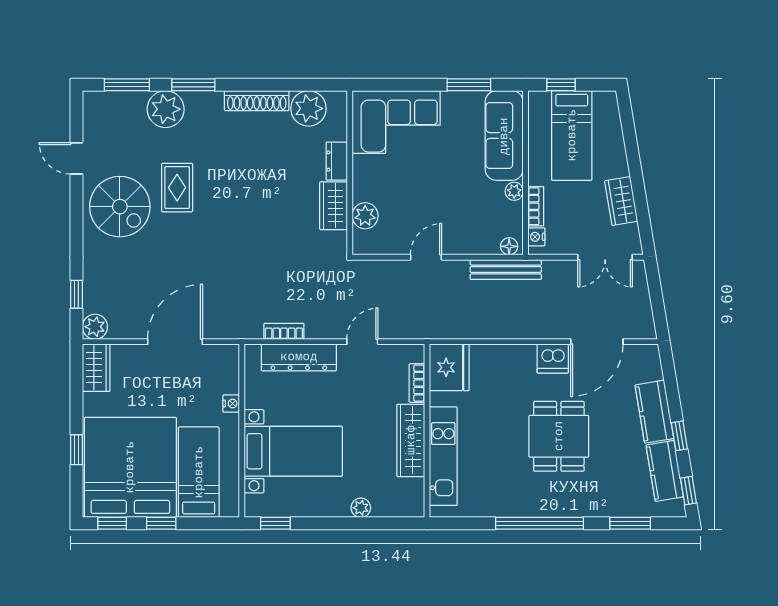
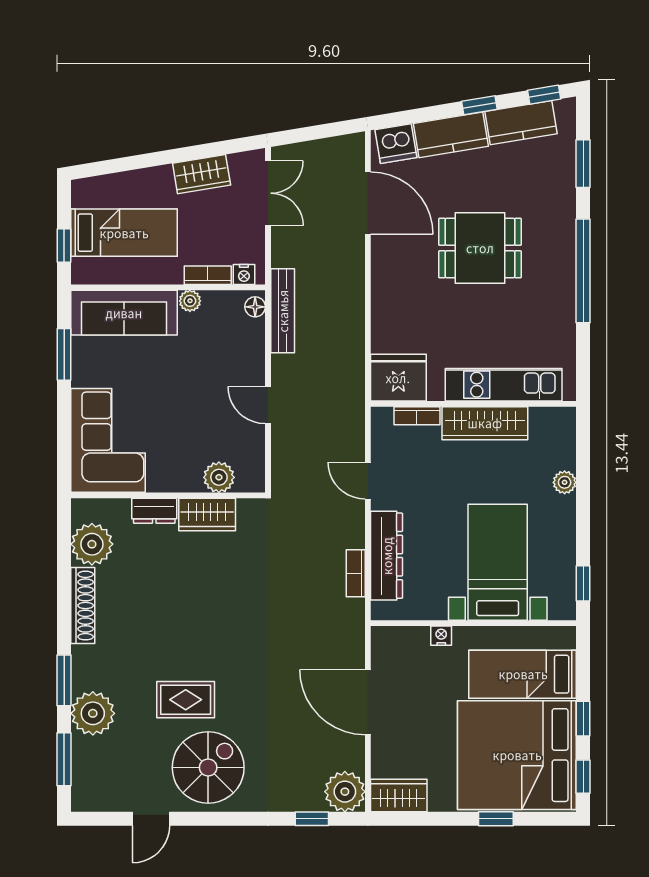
plant: (95, 327) -> (345, 792), width x1.36, depth x1.36
dishwasher: (553, 358) -> (396, 144), moved, turned 81

